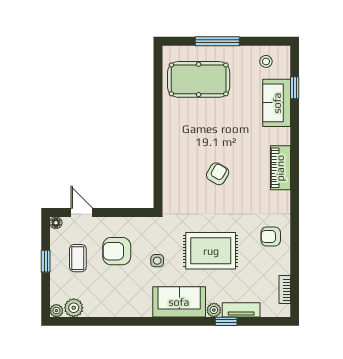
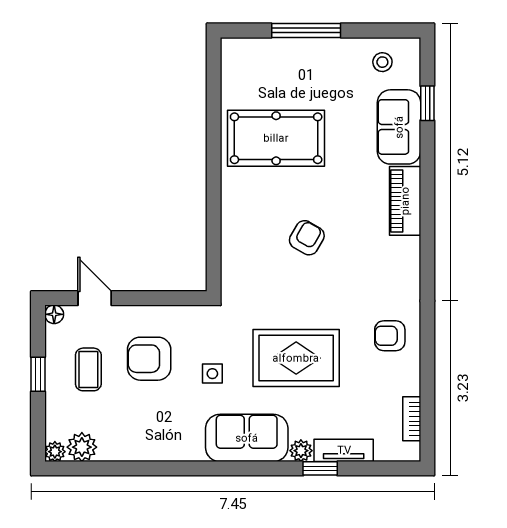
pool table: (199, 79) -> (276, 138), moved
piano: (280, 168) -> (405, 201), moved

